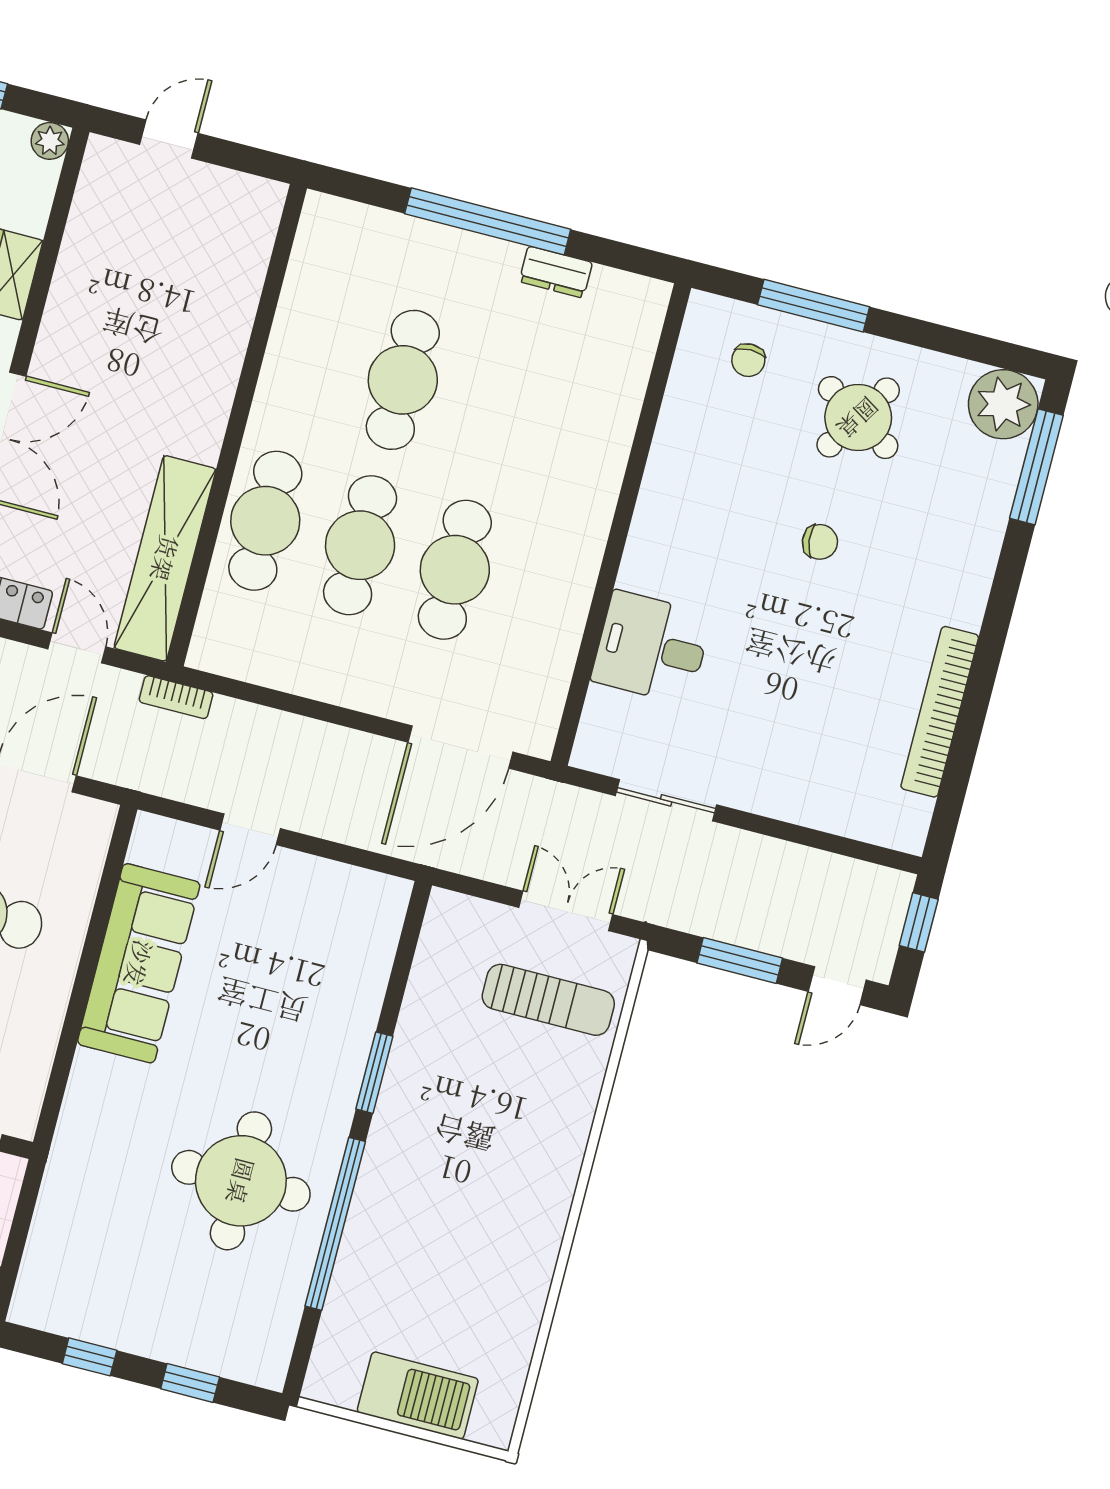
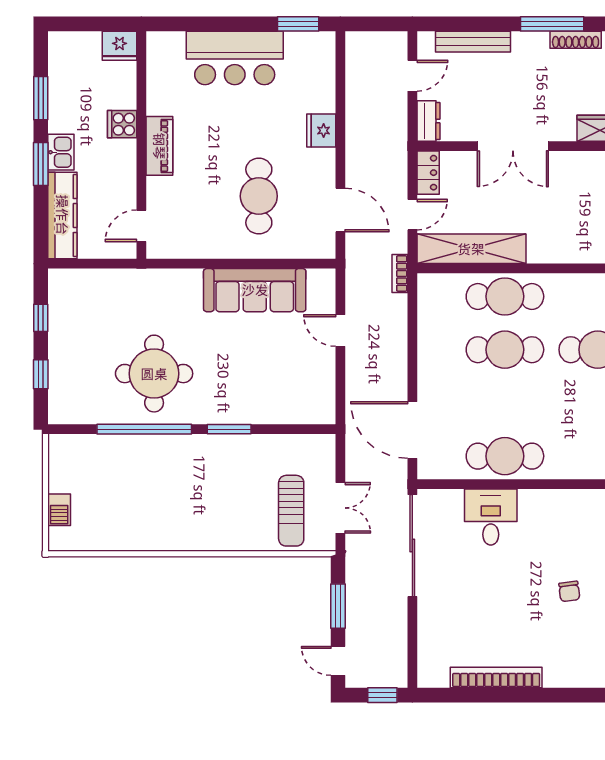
cafe table: (455, 570) -> (505, 456), moved
sliding door: (666, 800) -> (412, 546), width x1.86
barbecue: (418, 1395) -> (59, 510), width x0.53, depth x0.65

